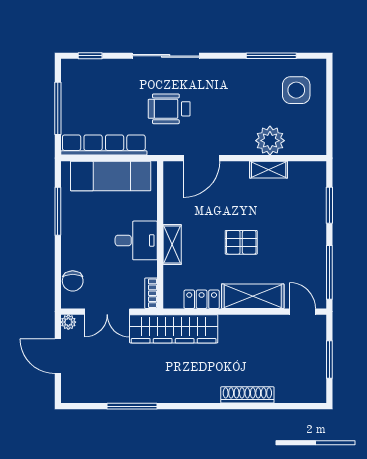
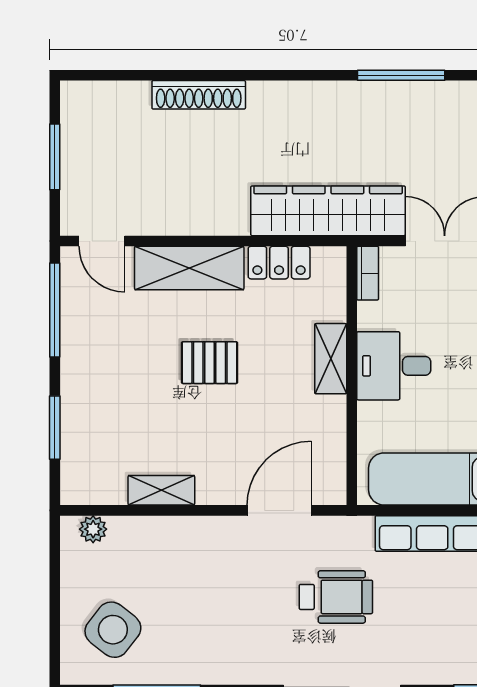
side table: (296, 90) -> (113, 630), turned 38
plant: (270, 141) -> (93, 529), moved, width x0.53, depth x0.53

